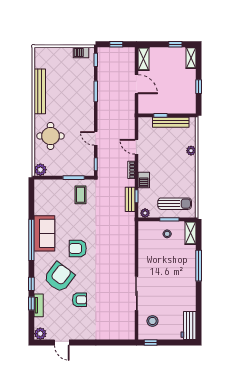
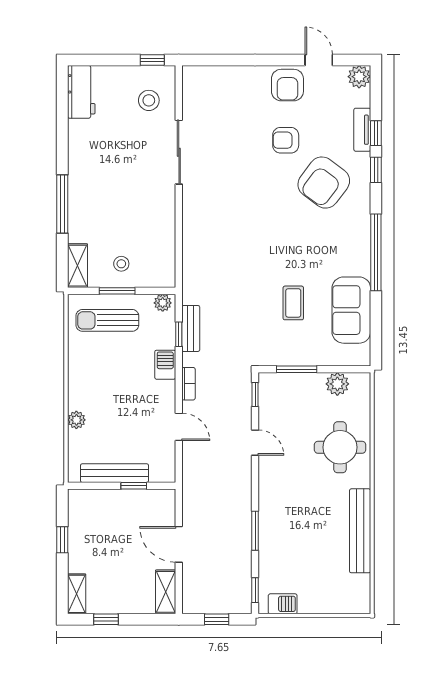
plant: (40, 170) -> (337, 384), moved
coffee table: (80, 195) -> (293, 303), moved
sofa: (44, 233) -> (351, 310), moved
armchair: (78, 248) -> (287, 85), moved, turned 90

